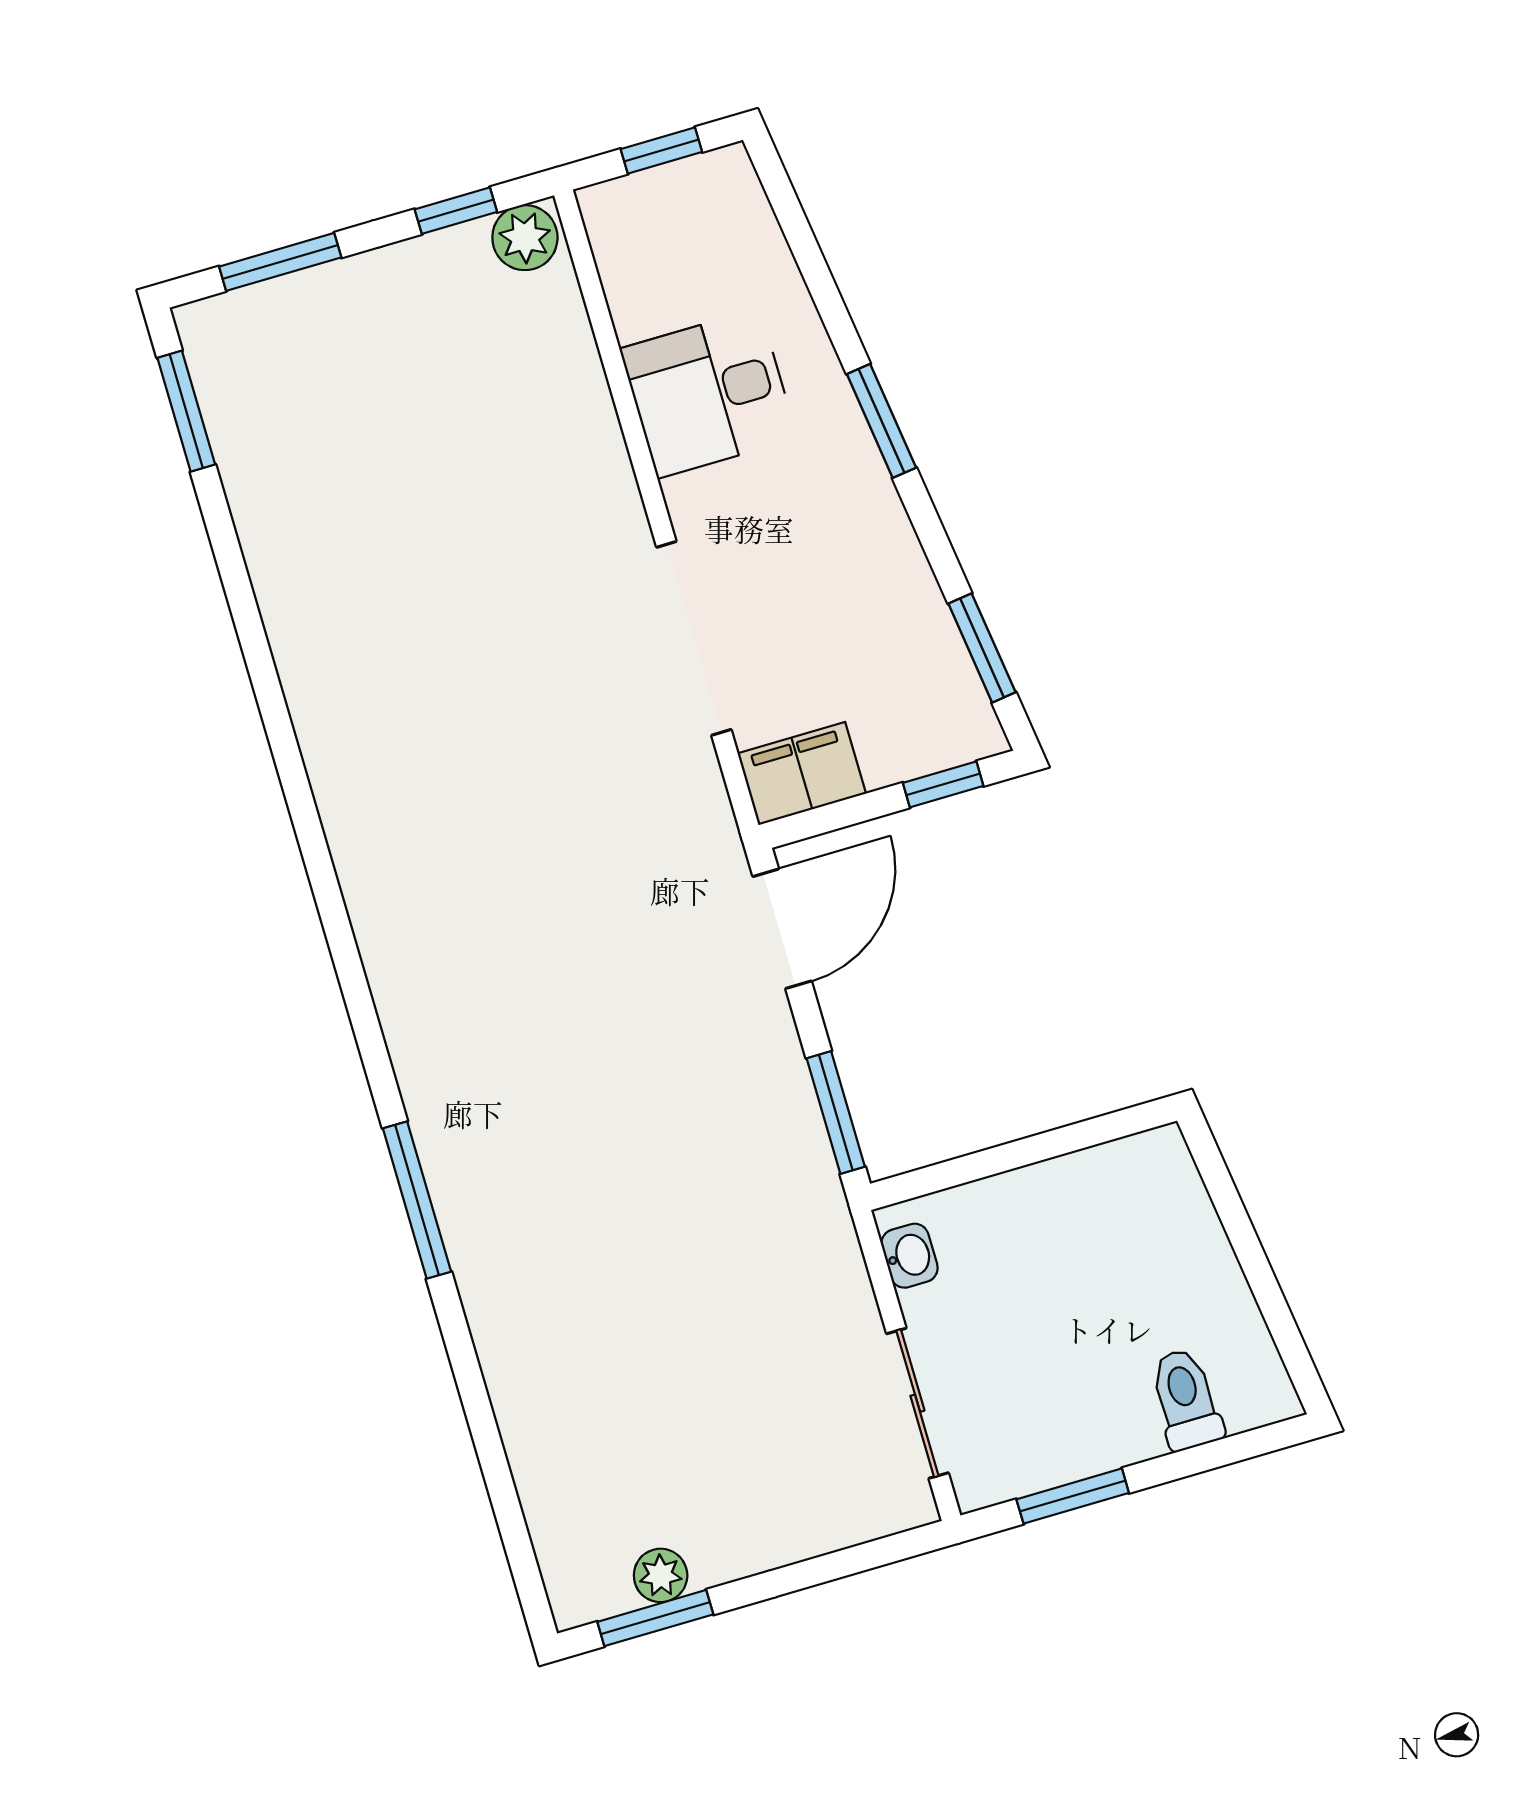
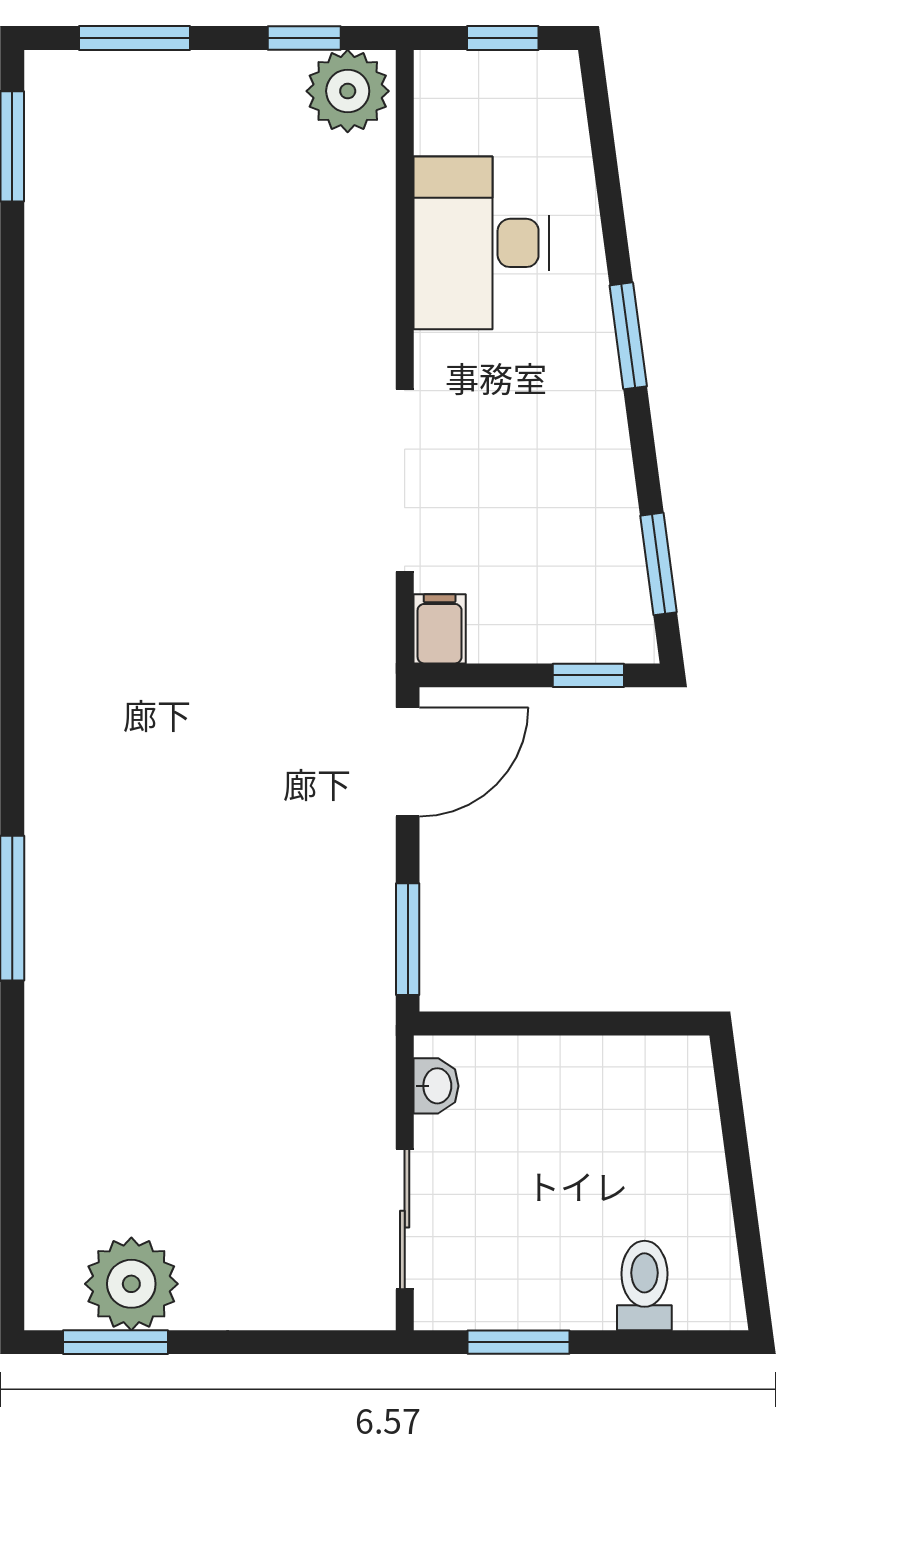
plant: (525, 238) -> (348, 91), width x1.36, depth x1.36
desk: (708, 393) -> (481, 243), width x1.37
filing cabinet: (802, 773) -> (440, 629), width x0.50
plant: (661, 1575) -> (131, 1284), width x1.87, depth x1.87

